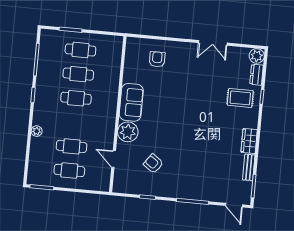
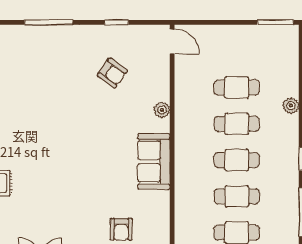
plant: (128, 132) -> (162, 110), width x0.53, depth x0.53
door: (114, 159) -> (172, 41), moved
cafe table: (69, 171) -> (237, 124), moved

